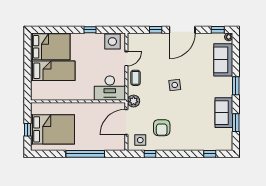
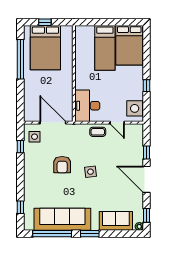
plant: (134, 101) -> (74, 130), removed
sofa: (224, 113) -> (62, 219), width x1.85, depth x1.27
window: (236, 123) -> (52, 234), width x2.11
armchair: (162, 128) -> (62, 165), moved, turned -90
window: (85, 154) -> (20, 59), moved

